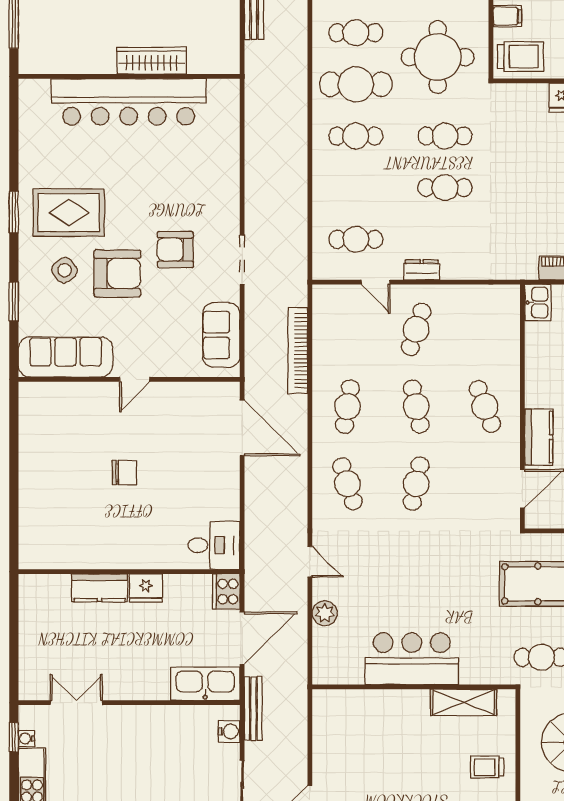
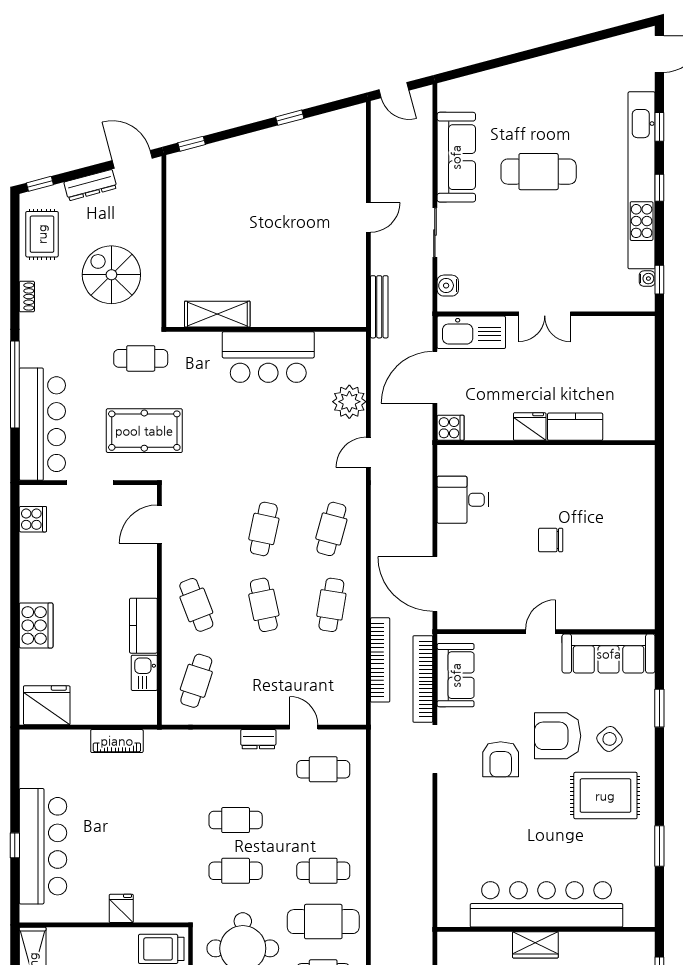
wardrobe: (152, 61) -> (535, 945), width x0.67
window: (14, 212) -> (659, 846), moved
armchair: (175, 250) -> (501, 759), turned 90
kitchen sink: (538, 303) -> (144, 673), moved
cafe table: (416, 329) -> (196, 681), moved
bookcase: (254, 331) -> (423, 679), added
kitchen counter: (539, 437) -> (143, 626), moved
cafe table: (348, 484) -> (331, 529), turned 33
desk: (214, 545) -> (463, 500), moved
door: (310, 562) -> (368, 452), hinge flipped
cooker: (226, 591) -> (451, 428), width x0.73
plant: (325, 613) -> (349, 402), width x1.36, depth x1.36
double door: (76, 703) -> (545, 314), moved
bench: (253, 709) -> (379, 307), moved
trolley: (487, 767) -> (194, 251), removed

